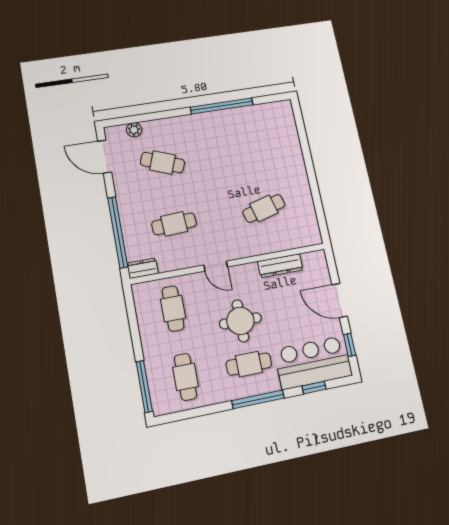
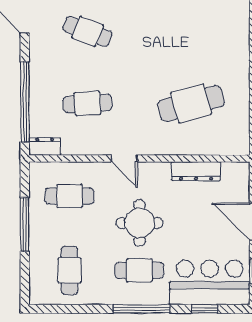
cafe table: (264, 208) -> (191, 103), width x1.37, depth x1.35
cafe table: (173, 309) -> (69, 196), turned 90
window: (144, 387) -> (25, 224), moved

